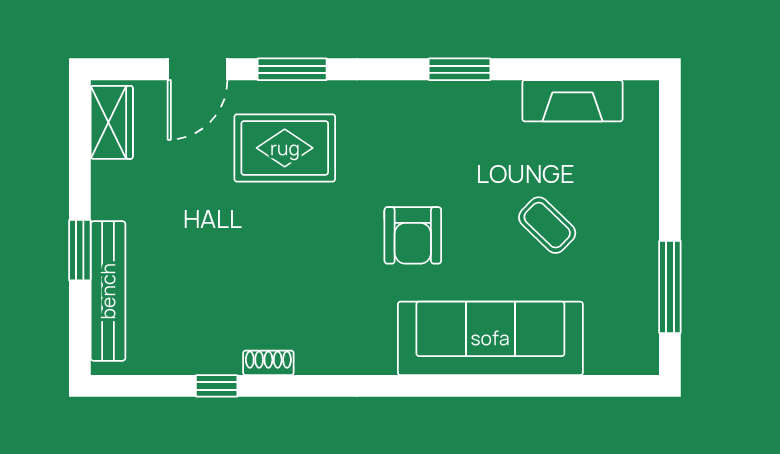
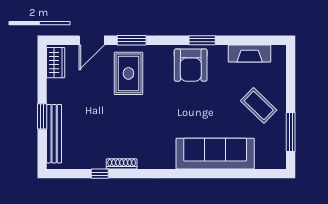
rug: (285, 148) -> (128, 73), turned 90
coffee table: (547, 225) -> (259, 105), moved, width x1.36, depth x1.30
armchair: (413, 235) -> (191, 65), moved, width x1.36, depth x1.36
shoe rack: (268, 363) -> (122, 164), width x1.43

